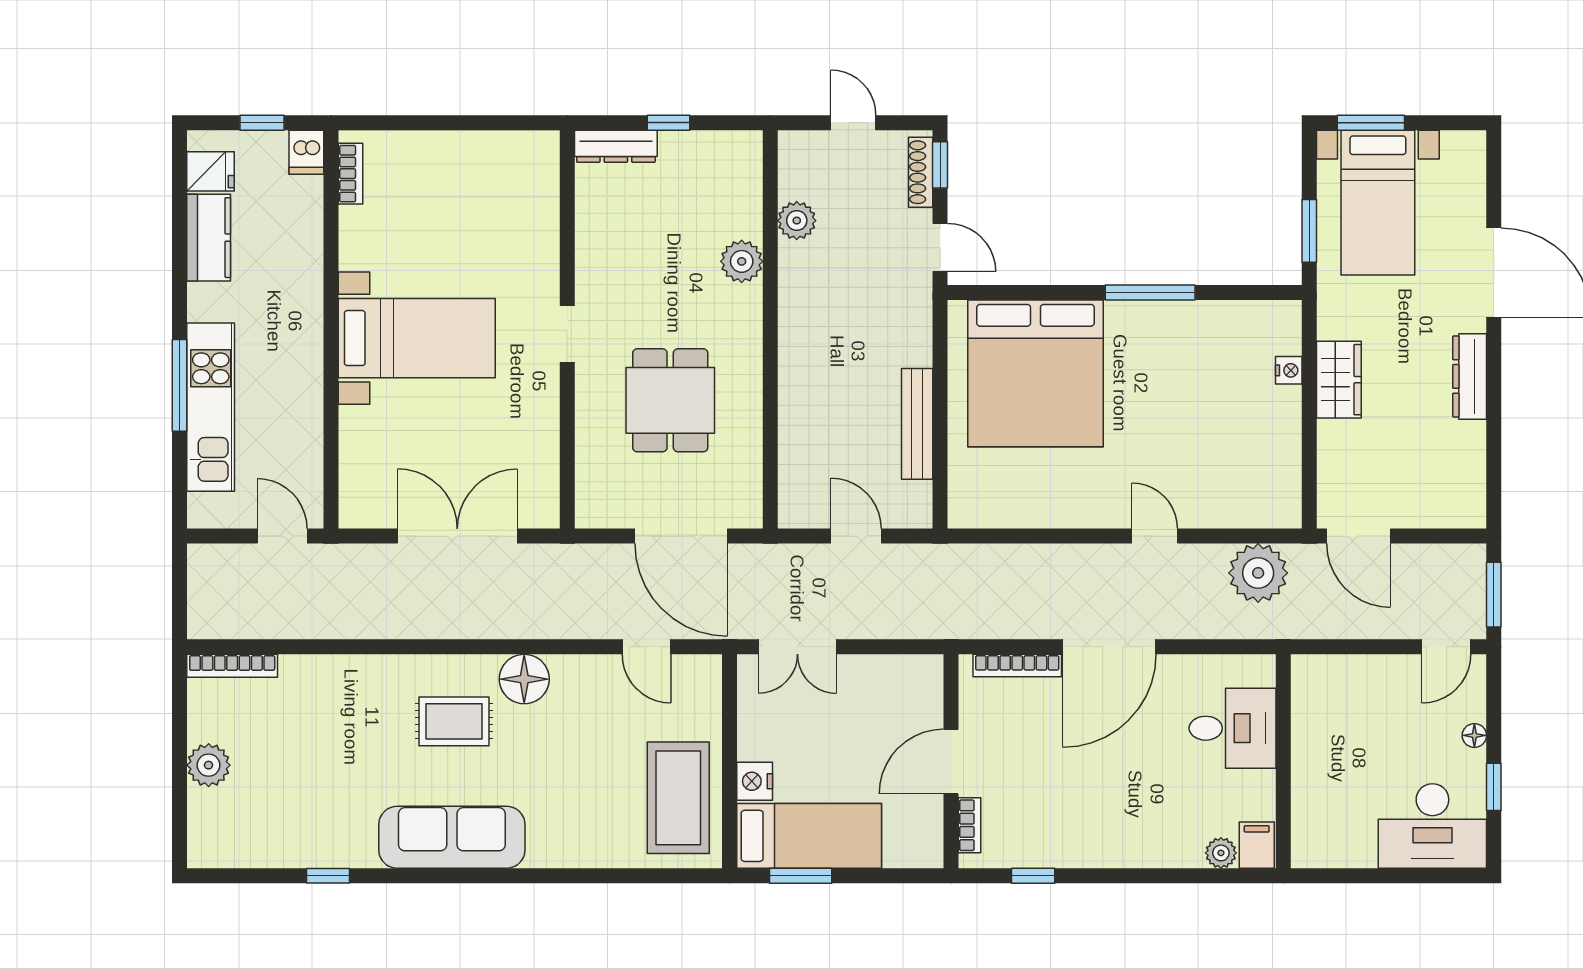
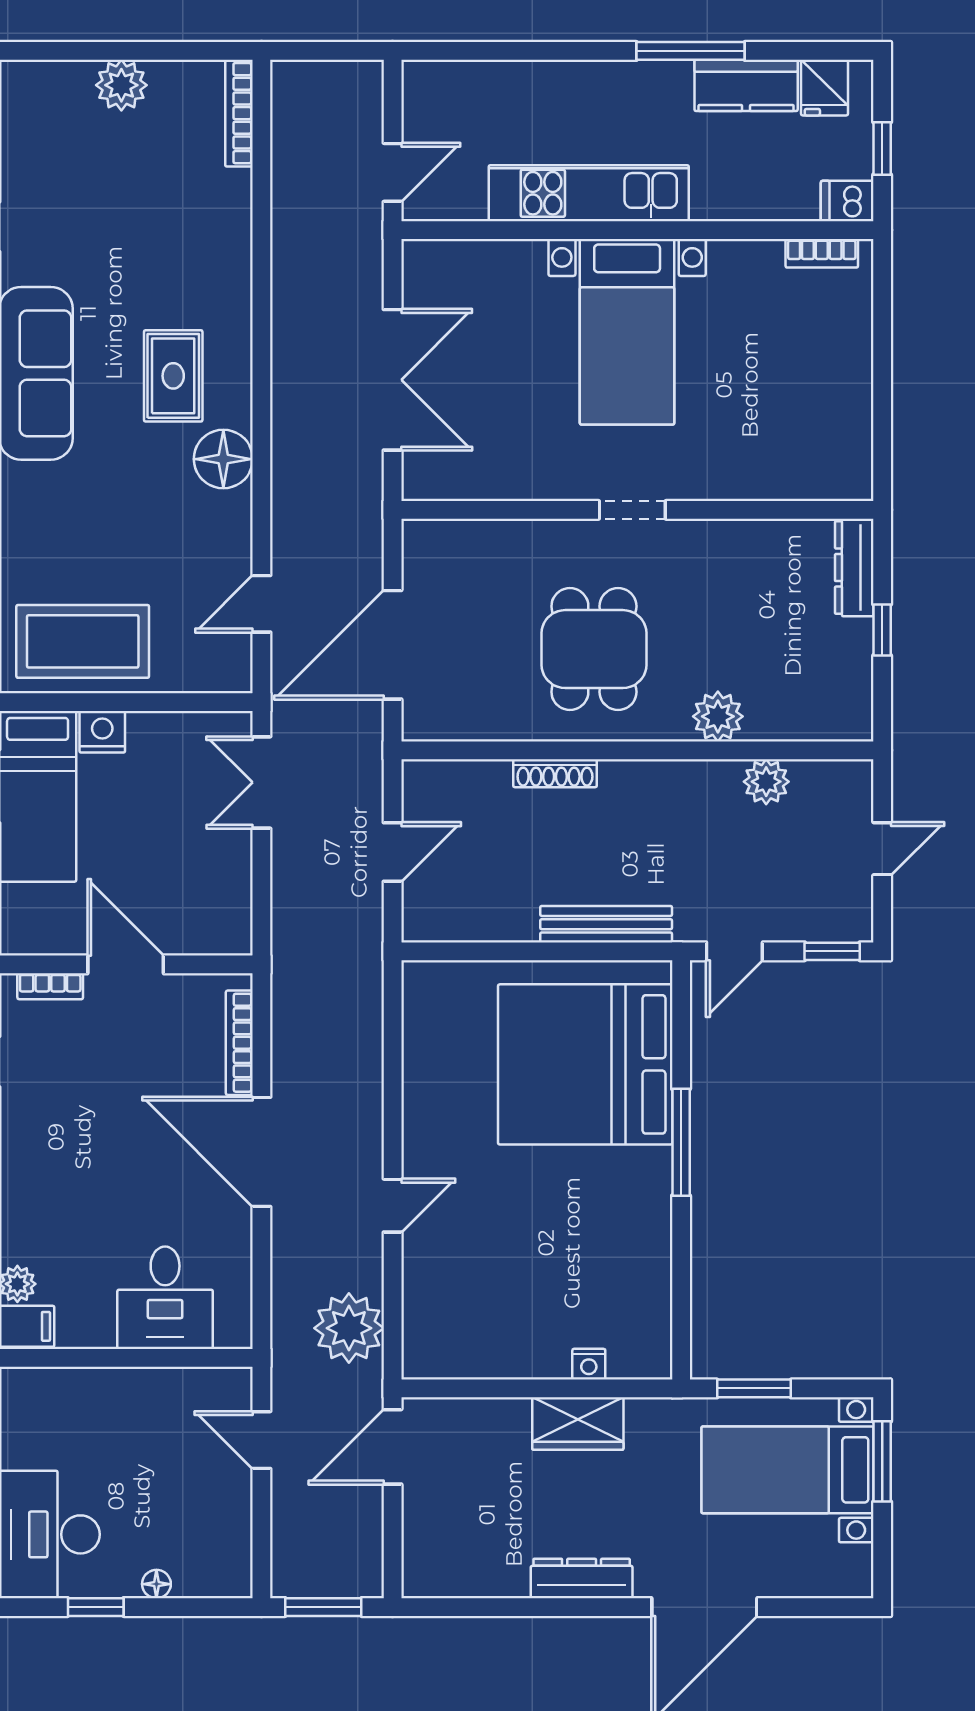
shoe rack: (921, 172) -> (555, 773), moved, turned 180
window: (1150, 292) -> (681, 1142), moved
window: (180, 385) -> (691, 51), moved
dining table: (670, 400) -> (594, 649), moved, turned 90
kitchen unit: (211, 407) -> (589, 193), moved, turned 180
bench: (917, 424) -> (606, 924), moved
door: (1446, 647) -> (261, 1440), moved

